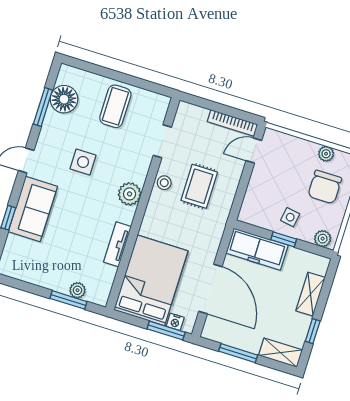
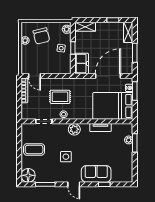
floor lamp: (64, 99) -> (28, 175), moved
chair: (325, 187) -> (41, 36), turned 76
freezer: (257, 249) -> (82, 63), width x0.71
shelving: (311, 294) -> (85, 27), moved

